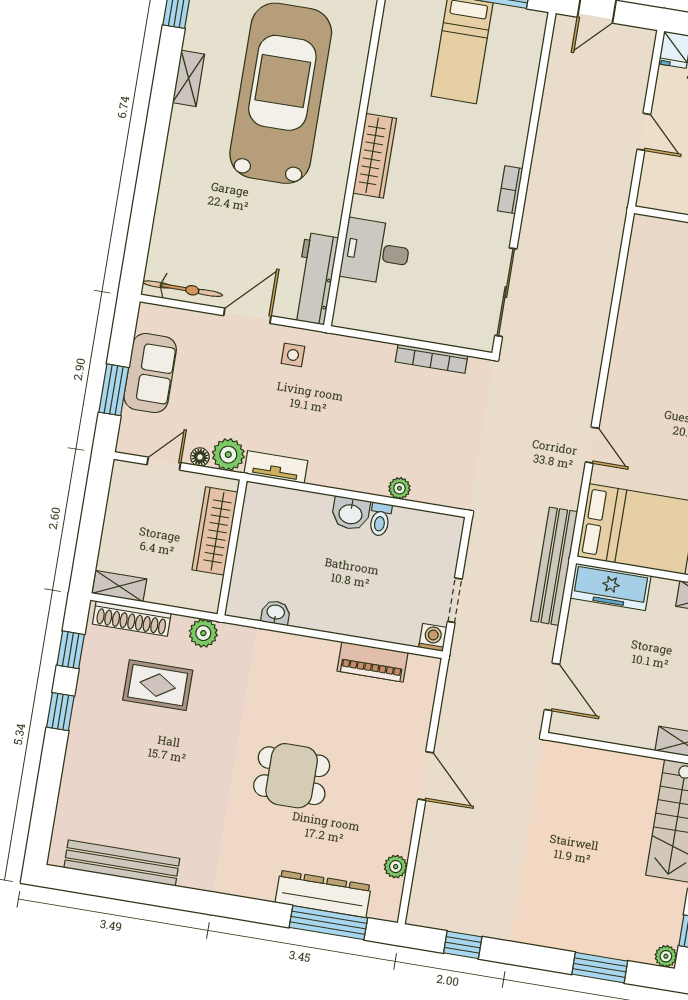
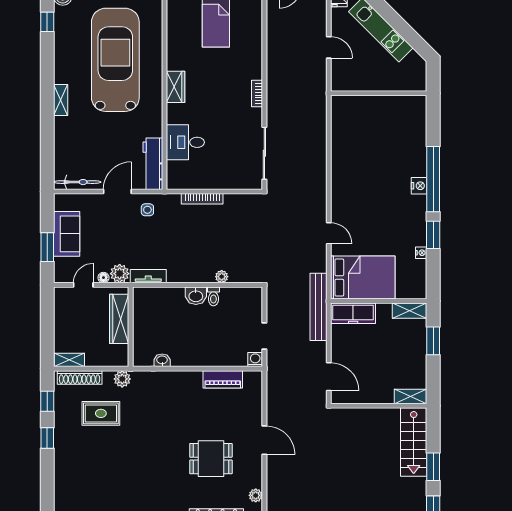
shelving: (189, 78) -> (61, 100), moved
wardrobe: (375, 156) -> (176, 87), width x0.67
bookcase: (431, 359) -> (202, 199), moved
dining table: (292, 776) -> (211, 459), moved

